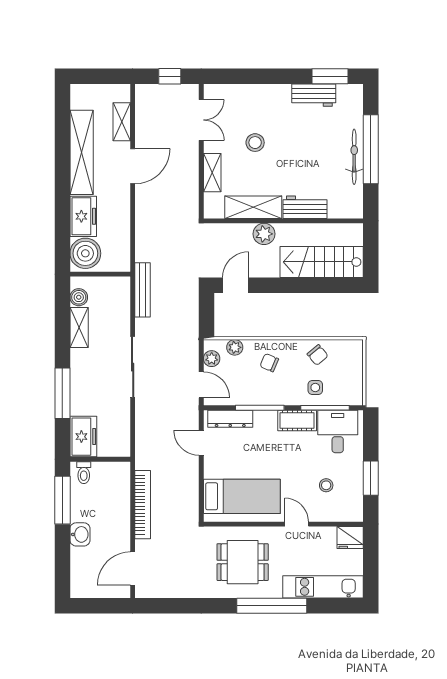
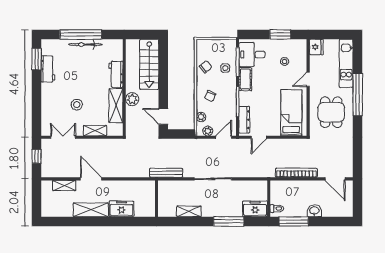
shelving: (82, 152) -> (91, 210), width x0.68
boiler: (85, 253) -> (144, 208), removed
boiler: (79, 297) -> (171, 212), removed

